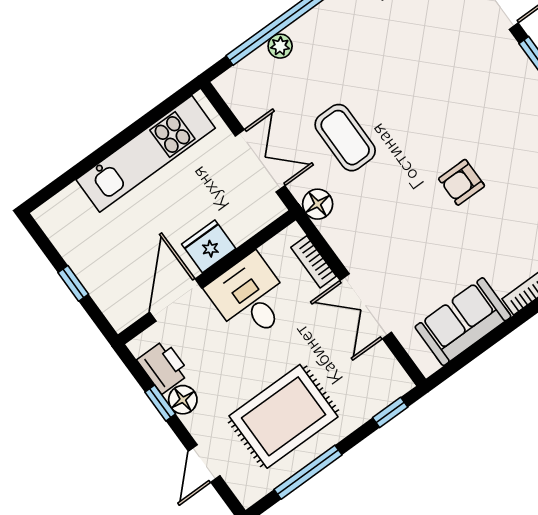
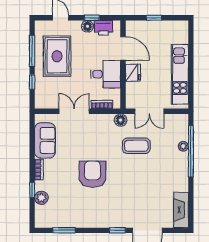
armchair: (462, 182) -> (92, 174), width x1.88, depth x1.88
window: (390, 412) -> (32, 82), moved

